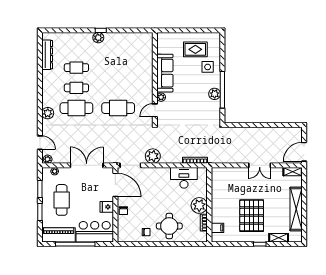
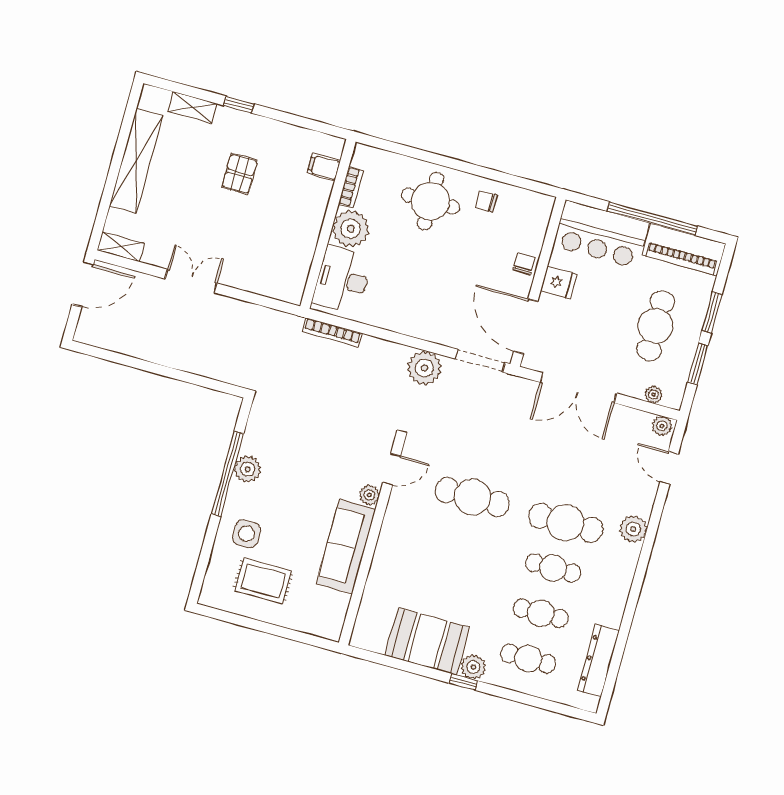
booth: (120, 43) -> (427, 641), added
cafe table: (76, 47) -> (528, 659), added
desk: (184, 178) -> (342, 280), moved, turned 90
pallet: (252, 216) -> (240, 174), width x0.49, depth x0.50

